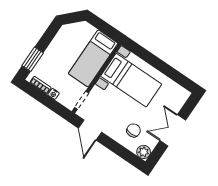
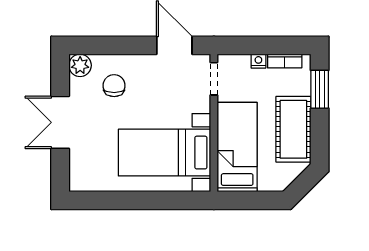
cot: (59, 48) -> (293, 129), added
chair: (134, 130) -> (114, 86), turned 180
double door: (173, 130) -> (60, 122), swing flipped

